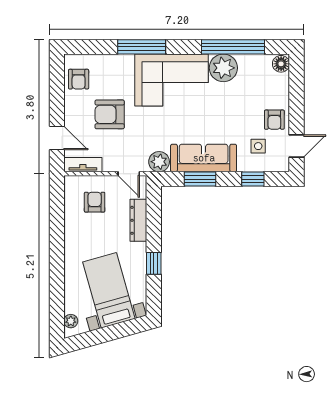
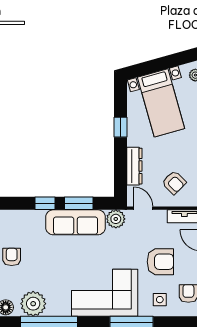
plant: (223, 68) -> (33, 304), moved
side table: (258, 146) -> (160, 300), moved
window: (253, 179) -> (45, 203), moved
armchair: (95, 202) -> (174, 182), turned -45

